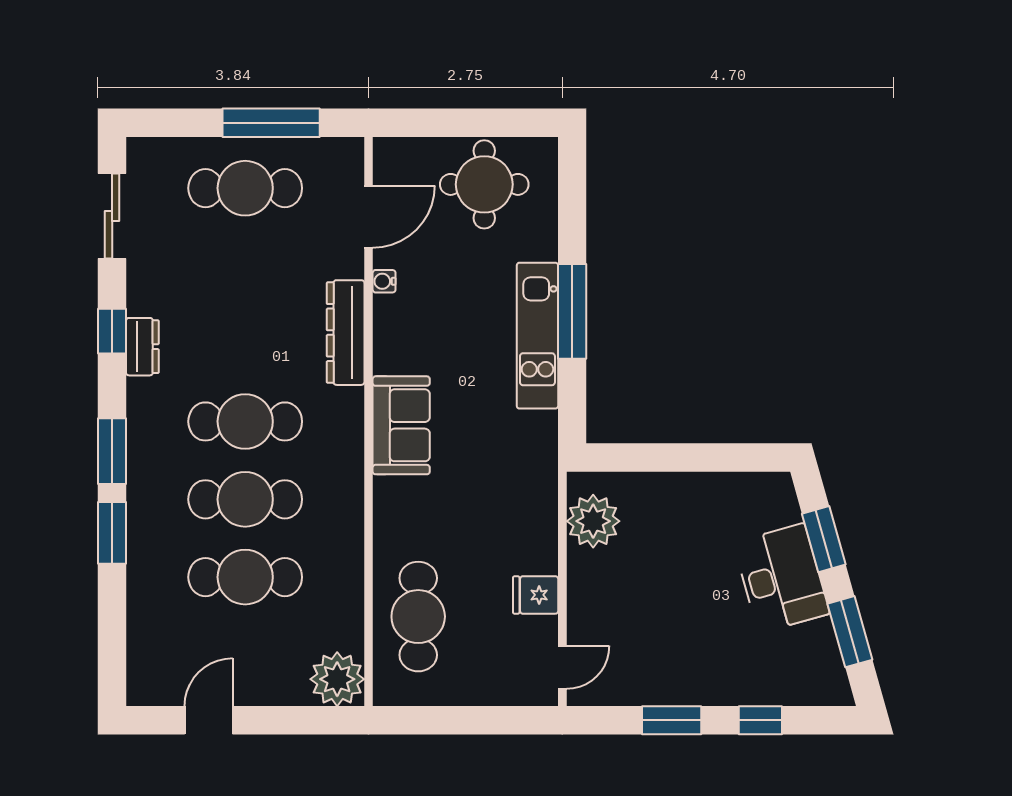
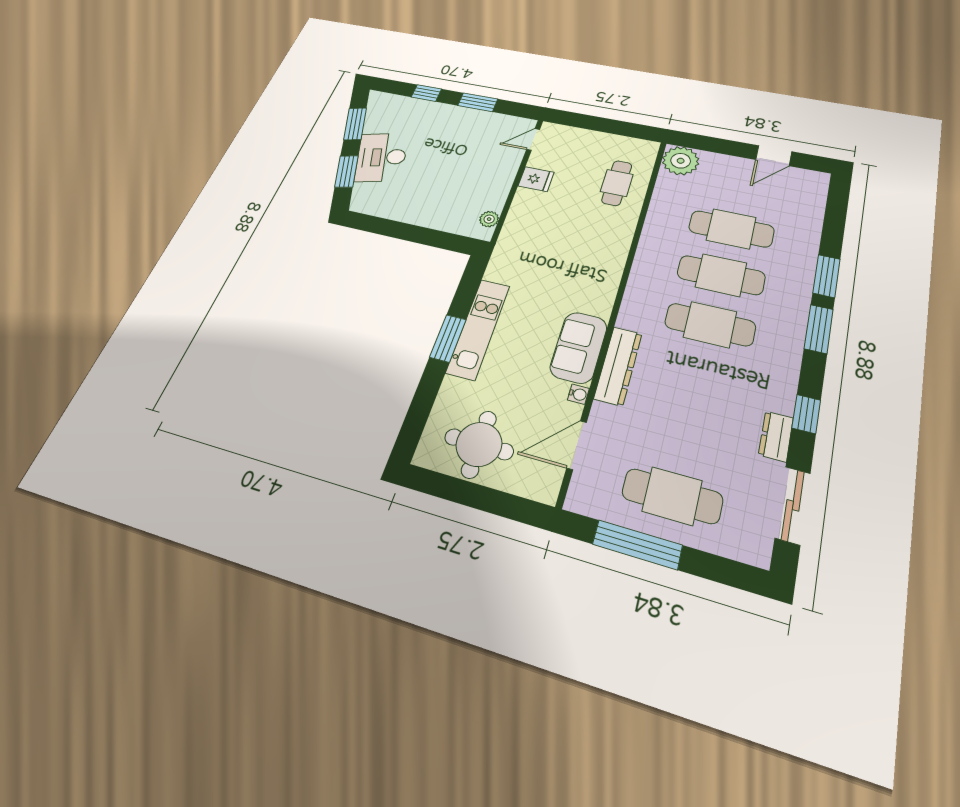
window: (572, 311) -> (448, 338), width x0.69
dresser: (142, 347) -> (776, 436), moved
sofa: (401, 425) -> (579, 347), moved
plant: (593, 521) -> (489, 219), width x0.53, depth x0.53
cafe table: (418, 617) -> (617, 183), width x0.73, depth x0.74

